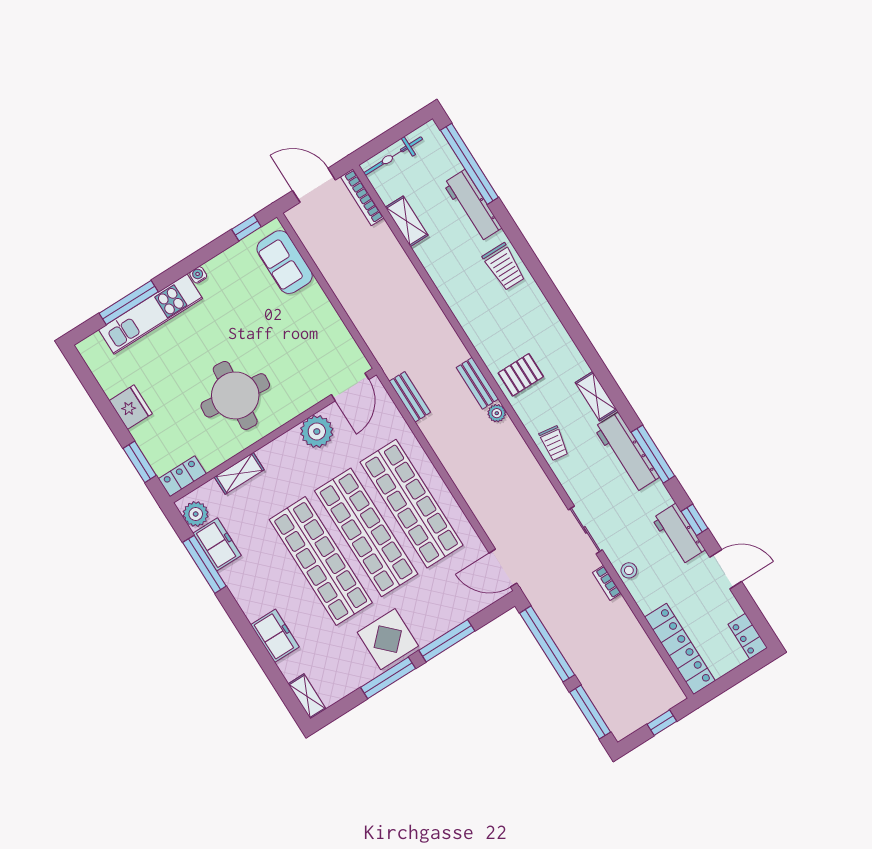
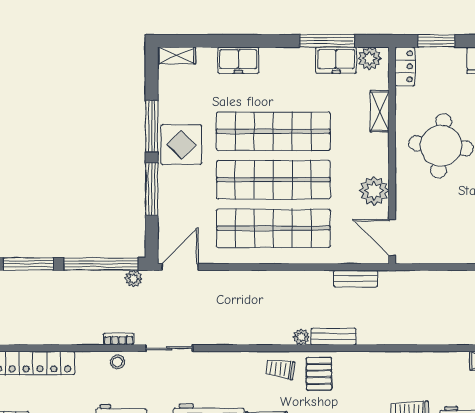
trolley: (554, 443) -> (280, 369), moved
plant: (541, 605) -> (134, 279), added

